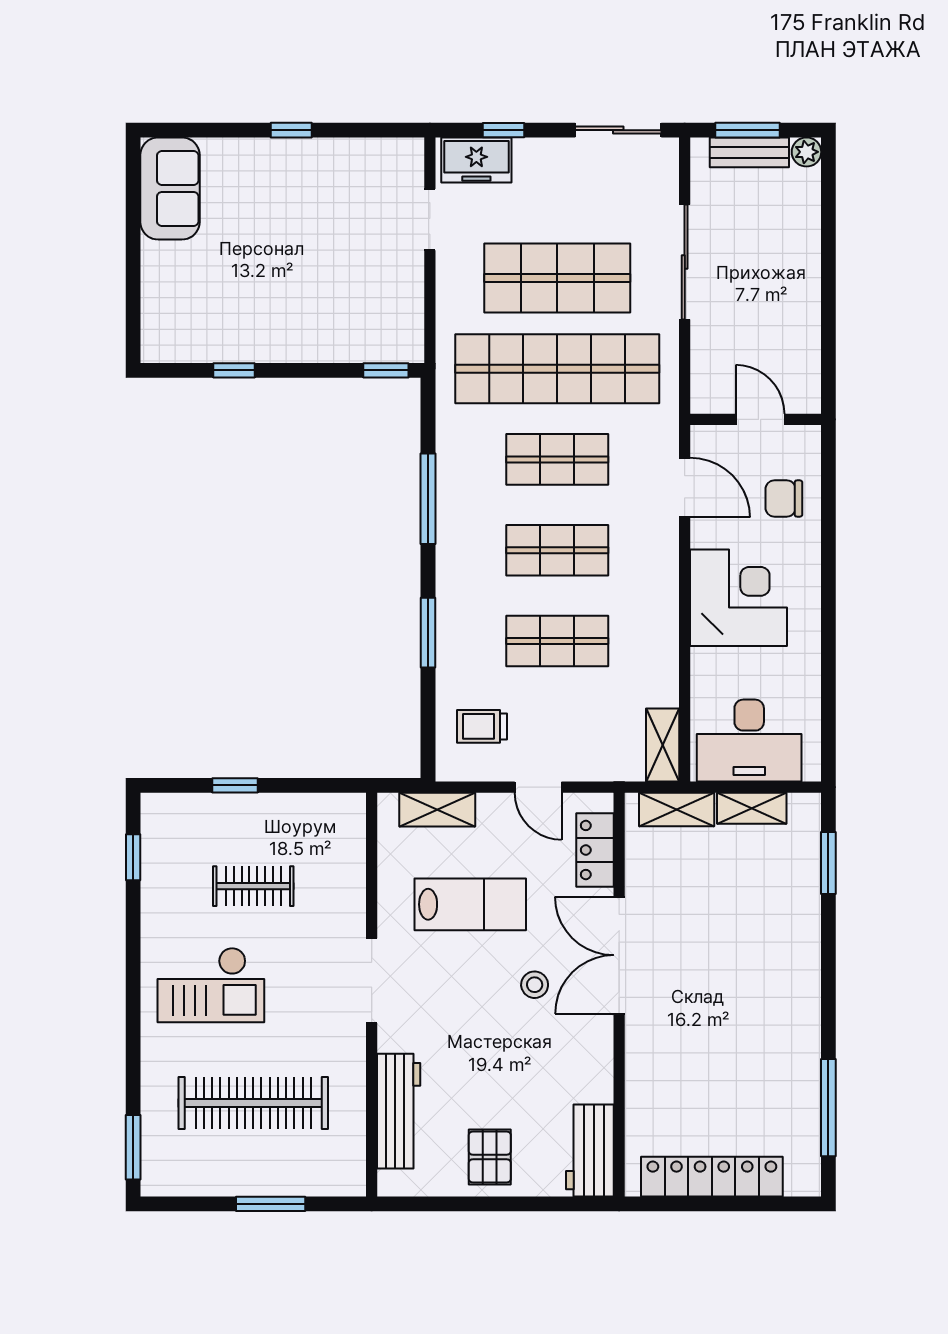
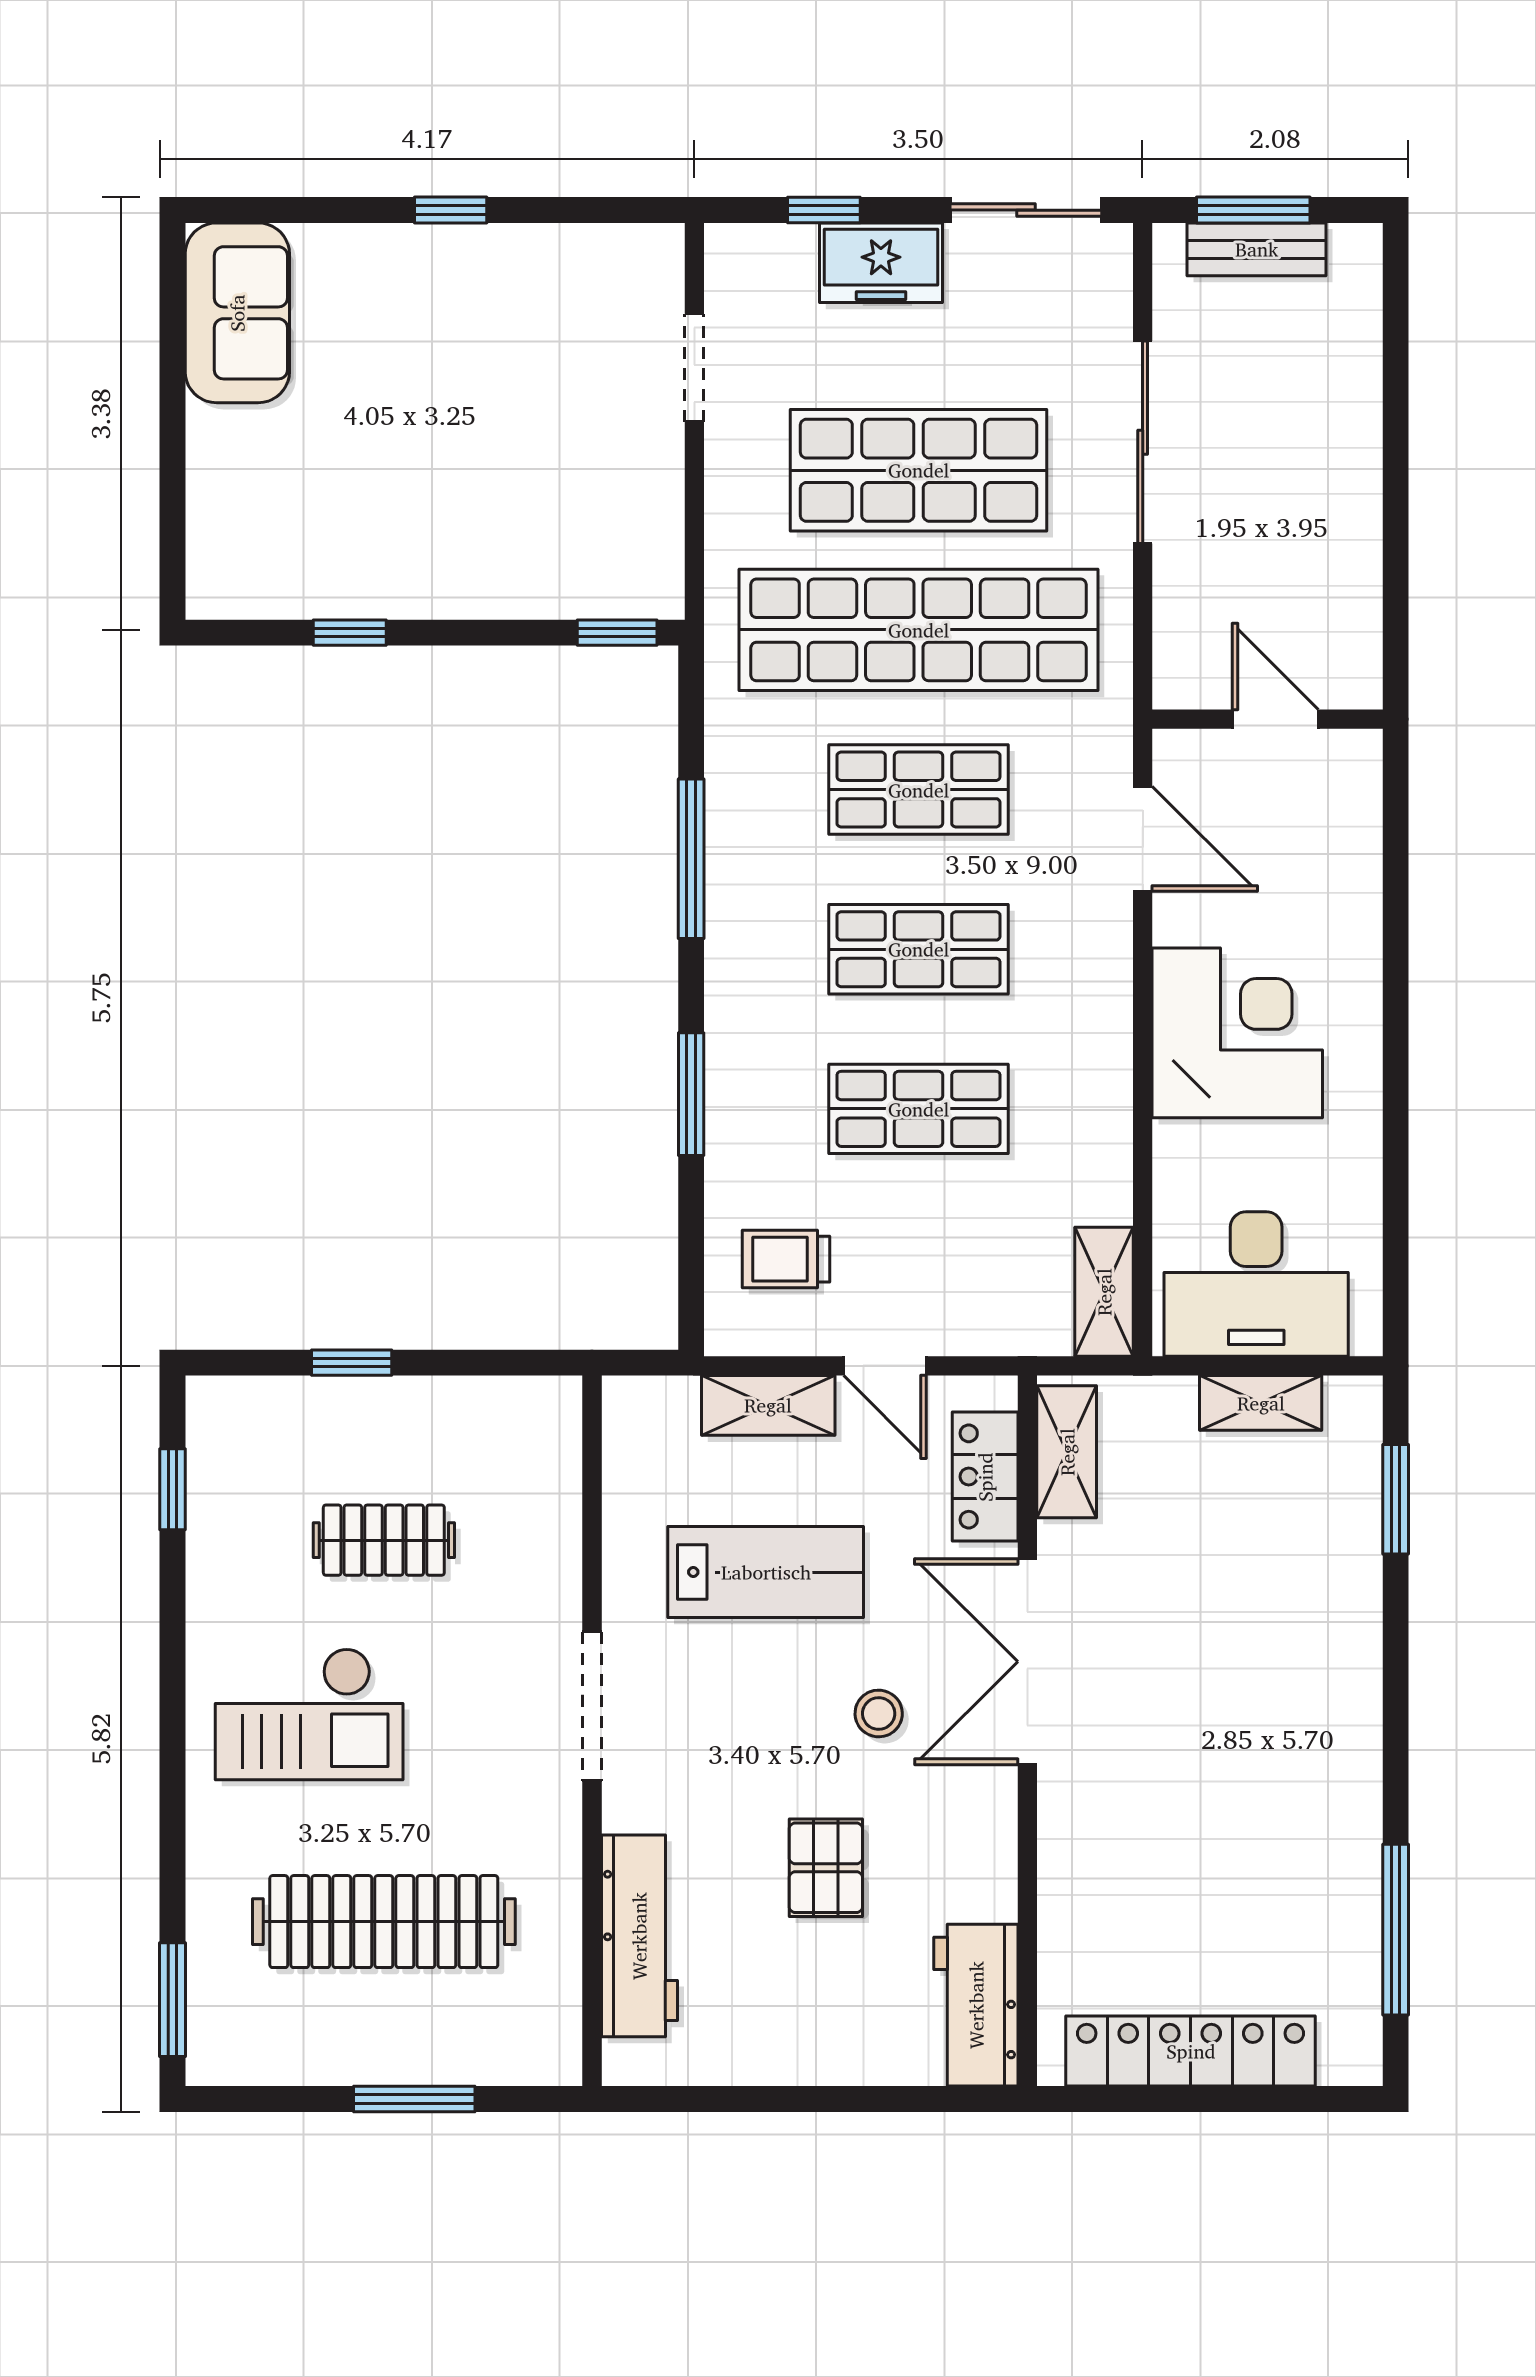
plant: (806, 152) -> (1357, 249), removed
freezer: (476, 160) -> (881, 263), moved
chair: (784, 499) -> (1317, 858), removed
shelving: (677, 809) -> (1067, 1452), moved, turned 90
shelving: (437, 810) -> (768, 1405), moved
pallet: (490, 1157) -> (826, 1868), moved

